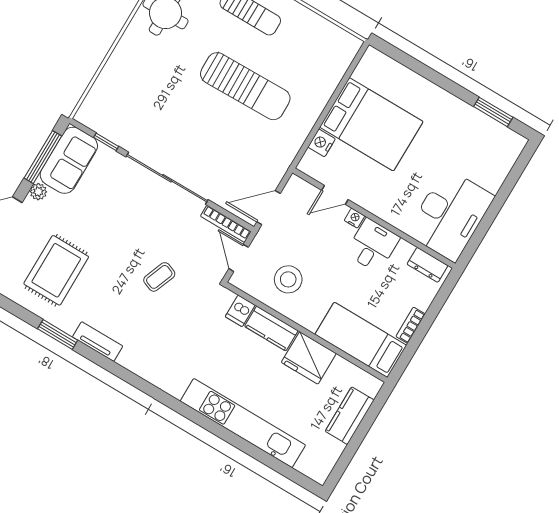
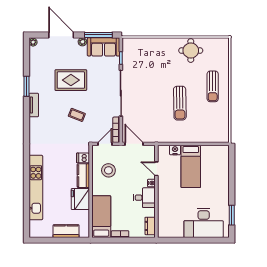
sun lounger: (245, 86) -> (180, 103), width x0.73, depth x0.75
bed: (371, 124) -> (191, 166), width x0.67
desk: (450, 215) -> (204, 223), moved
rug: (56, 270) -> (71, 80), moved

